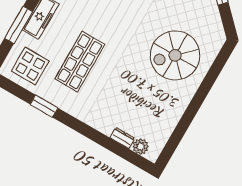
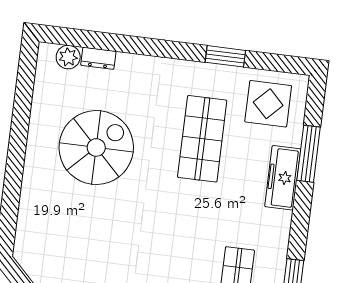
spiral stairs: (175, 55) -> (96, 147), moved

